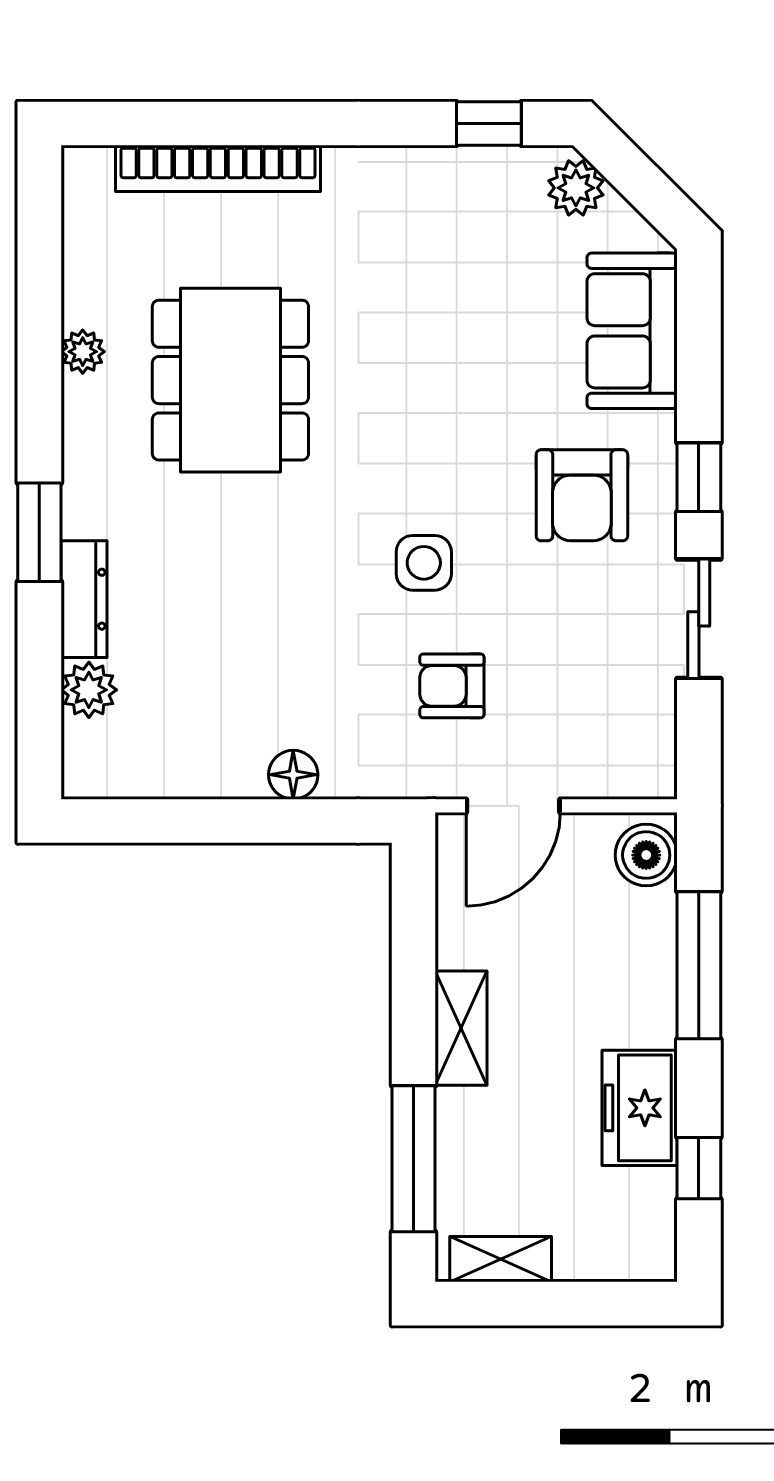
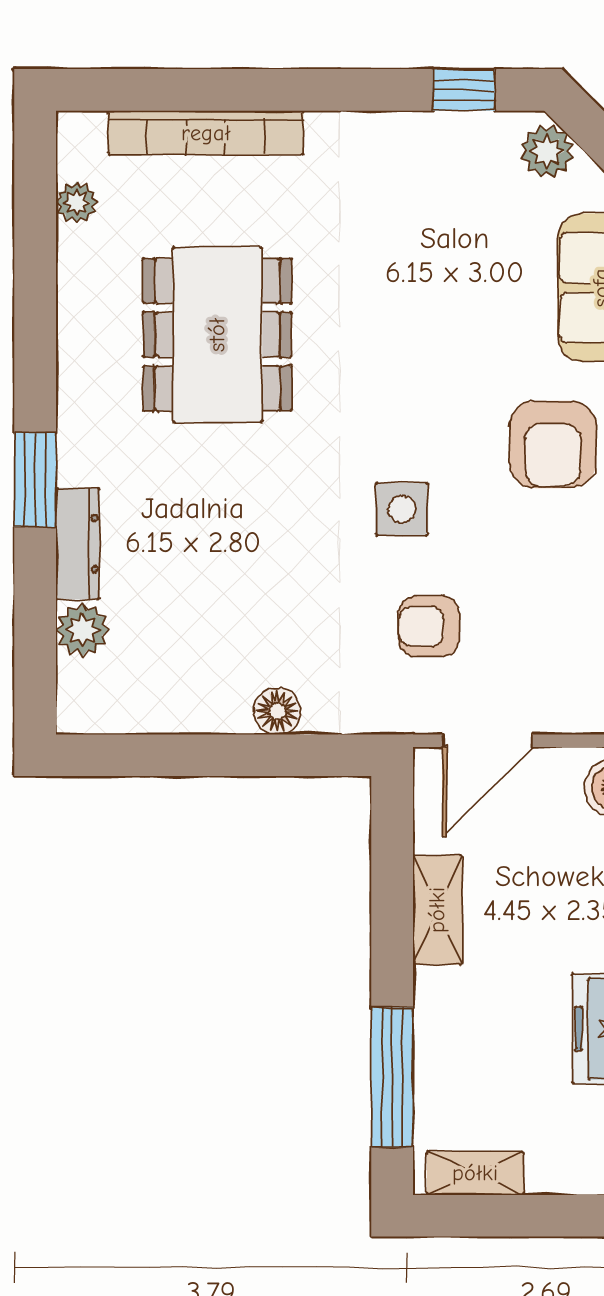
plant: (83, 352) -> (77, 202), moved
shelving: (461, 1028) -> (437, 910), moved

